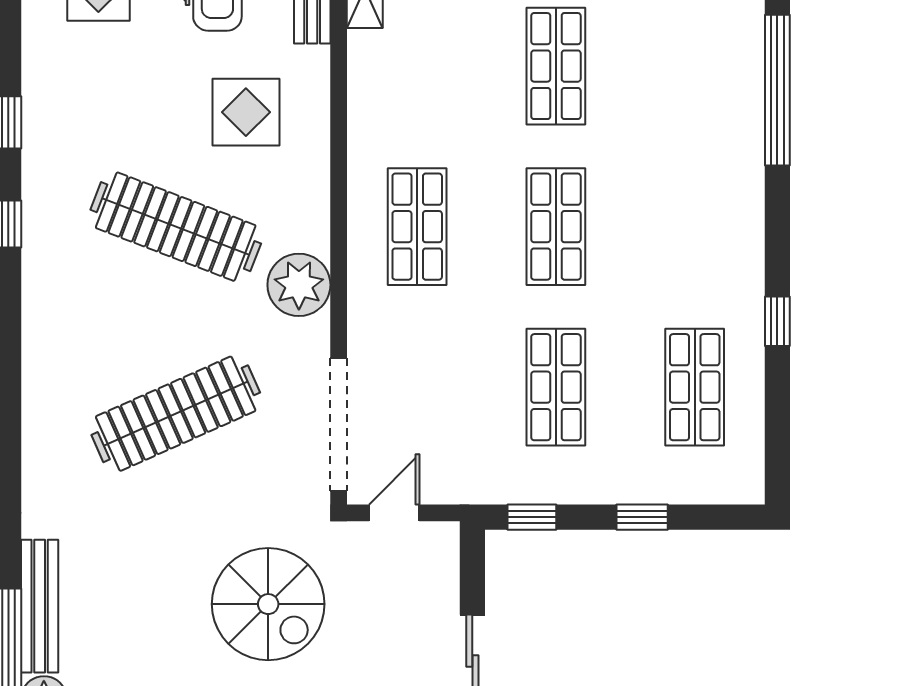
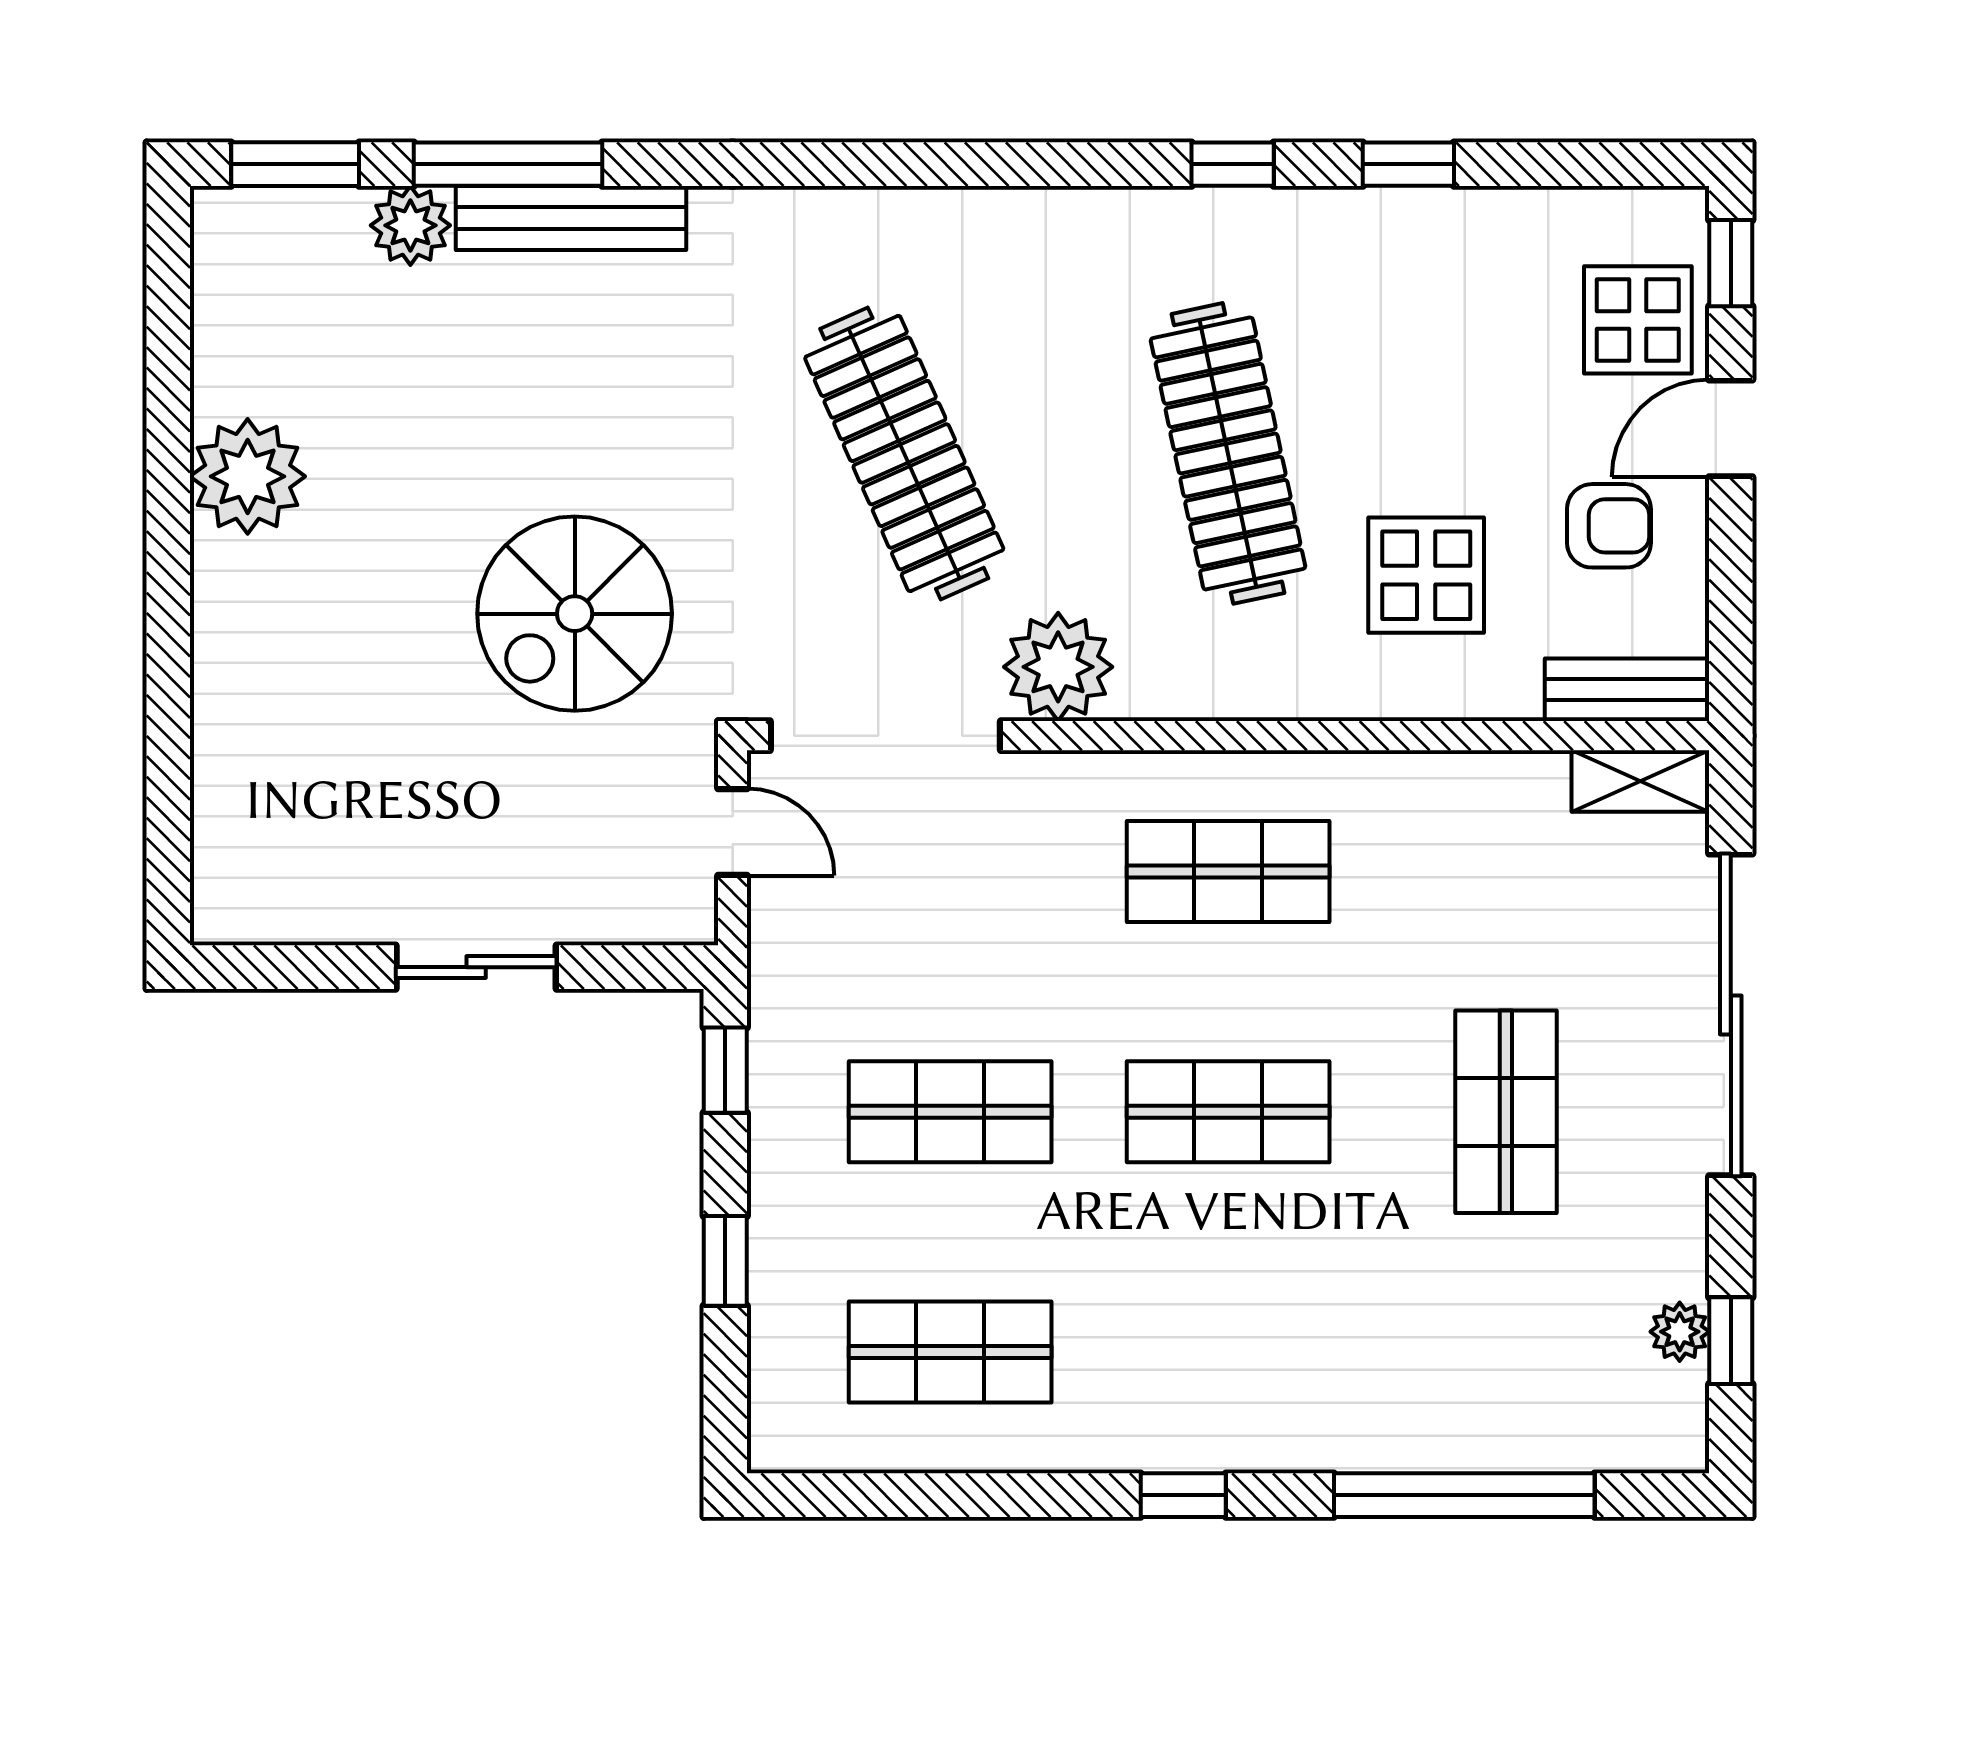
shop shelf: (556, 66) -> (1506, 1112), turned 90
clothes rail: (176, 227) -> (1228, 453), turned -33
plant: (299, 285) -> (1058, 667), moved
window: (777, 321) -> (1183, 1495), moved

